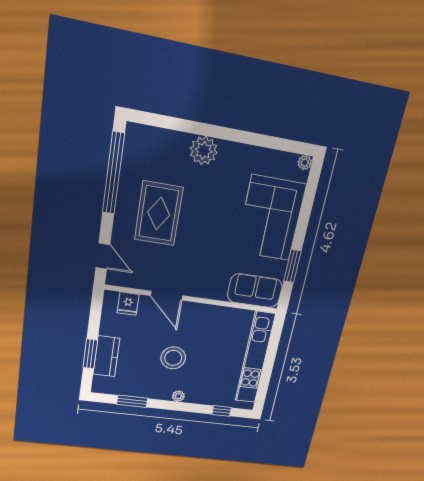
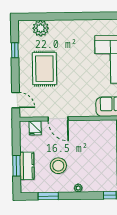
plant: (204, 151) -> (41, 28), moved
window: (113, 173) -> (15, 50), width x0.32
stool: (173, 358) -> (58, 166), moved

